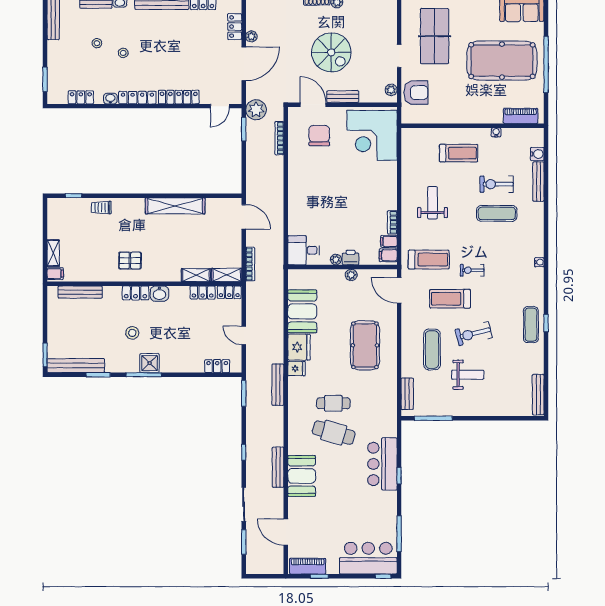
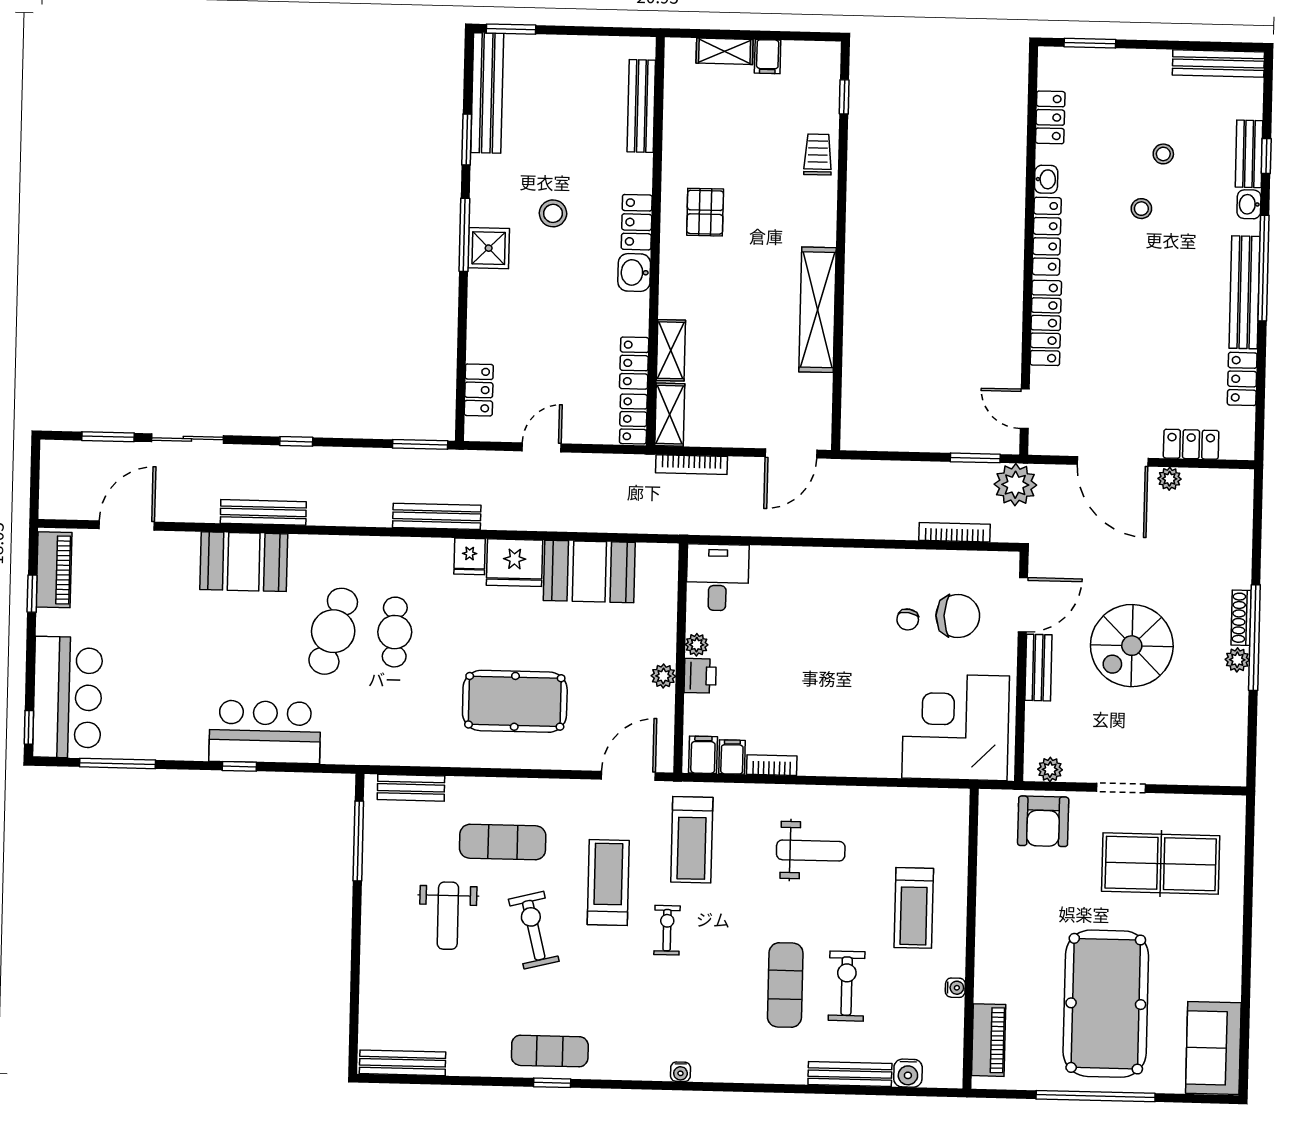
chair: (321, 159) -> (908, 619), added
filing cabinet: (55, 274) -> (768, 57), moved

